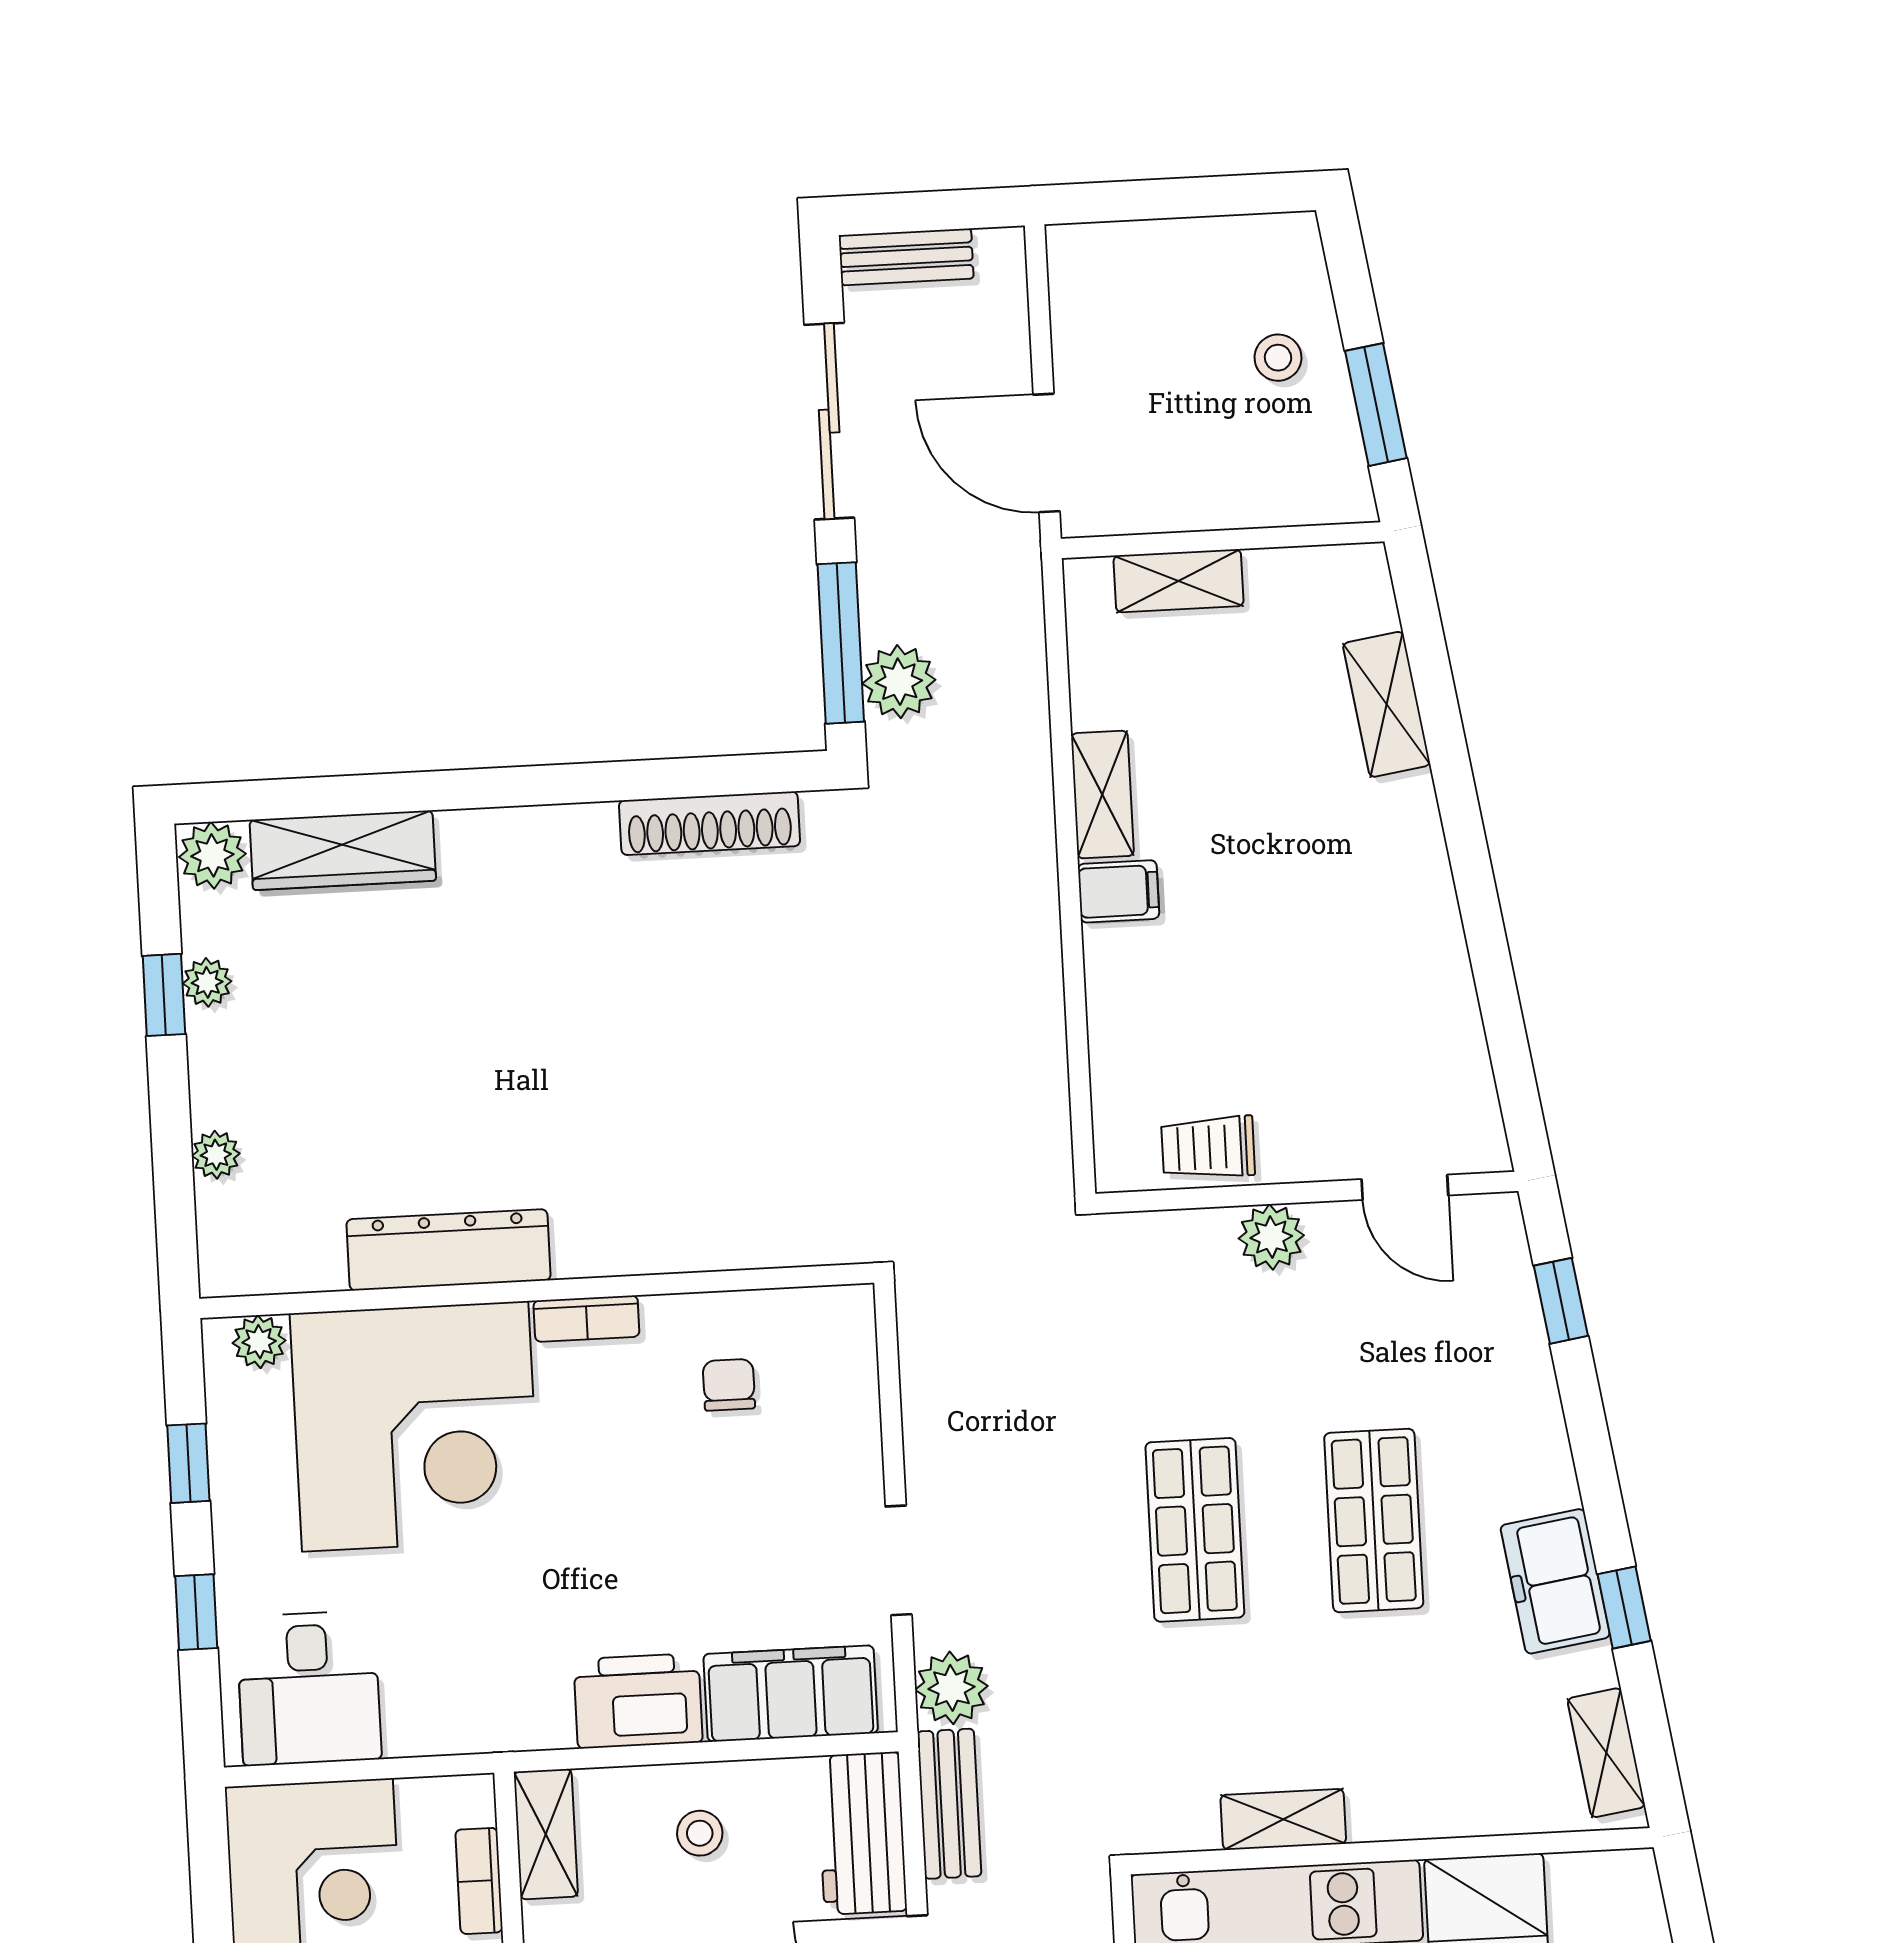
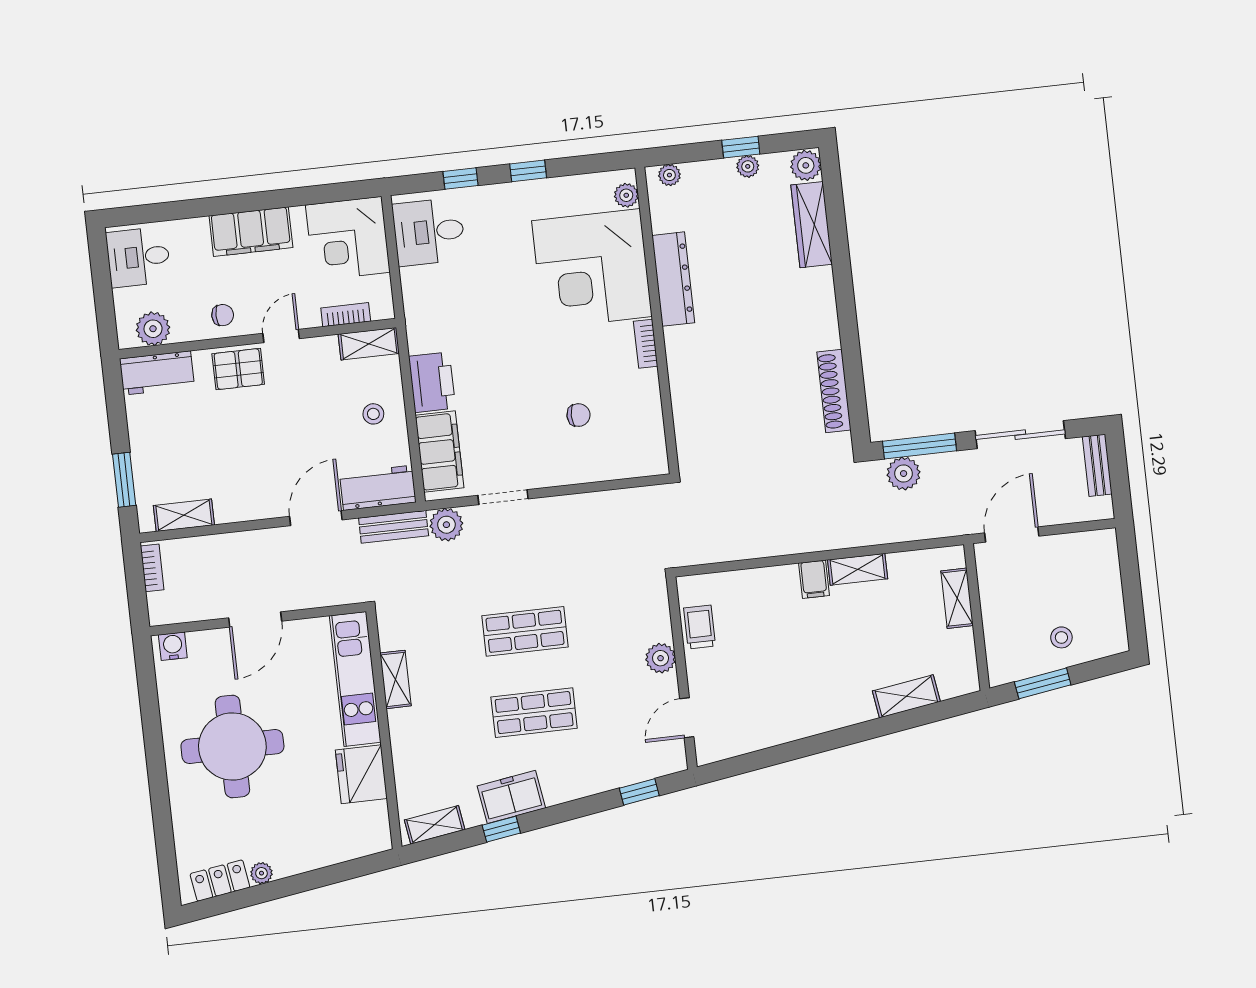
dresser: (448, 1250) -> (673, 279), moved
wall: (537, 1291) -> (657, 320), moved
bookcase: (586, 1319) -> (646, 344), moved
plant: (259, 1342) -> (626, 195), moved
corner desk: (415, 1426) -> (592, 269), moved

